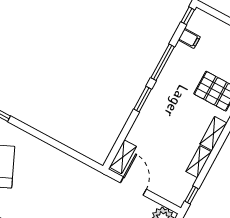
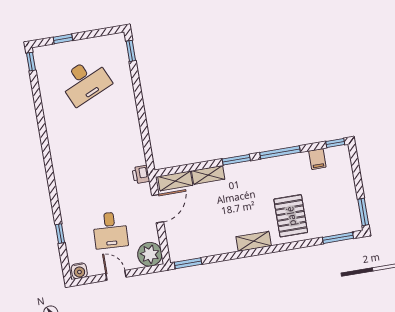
shelving: (199, 162) -> (208, 175), moved
printer: (98, 179) -> (141, 174), added
window: (192, 195) -> (188, 263), width x1.50

